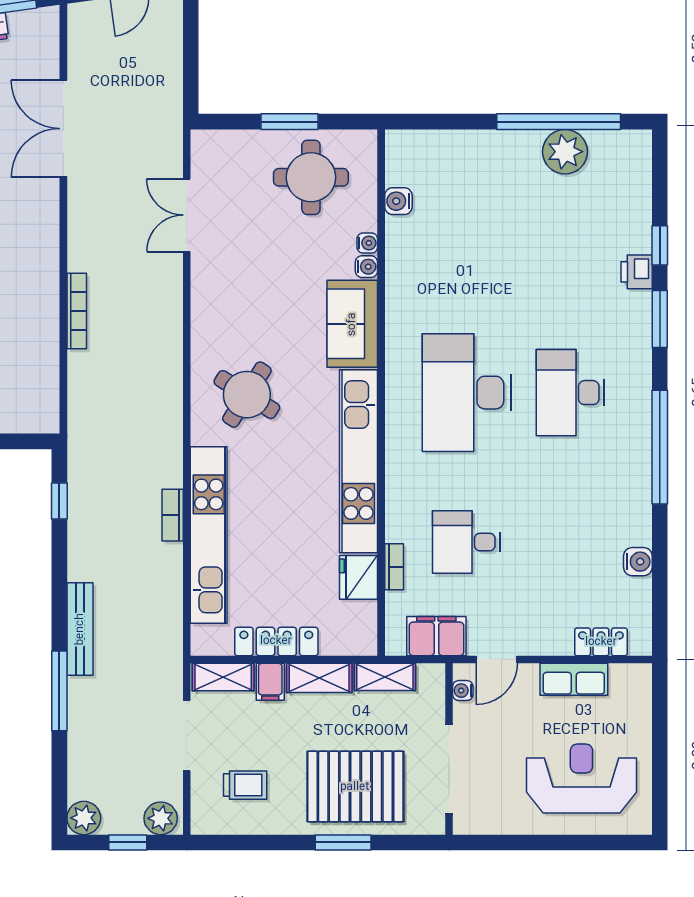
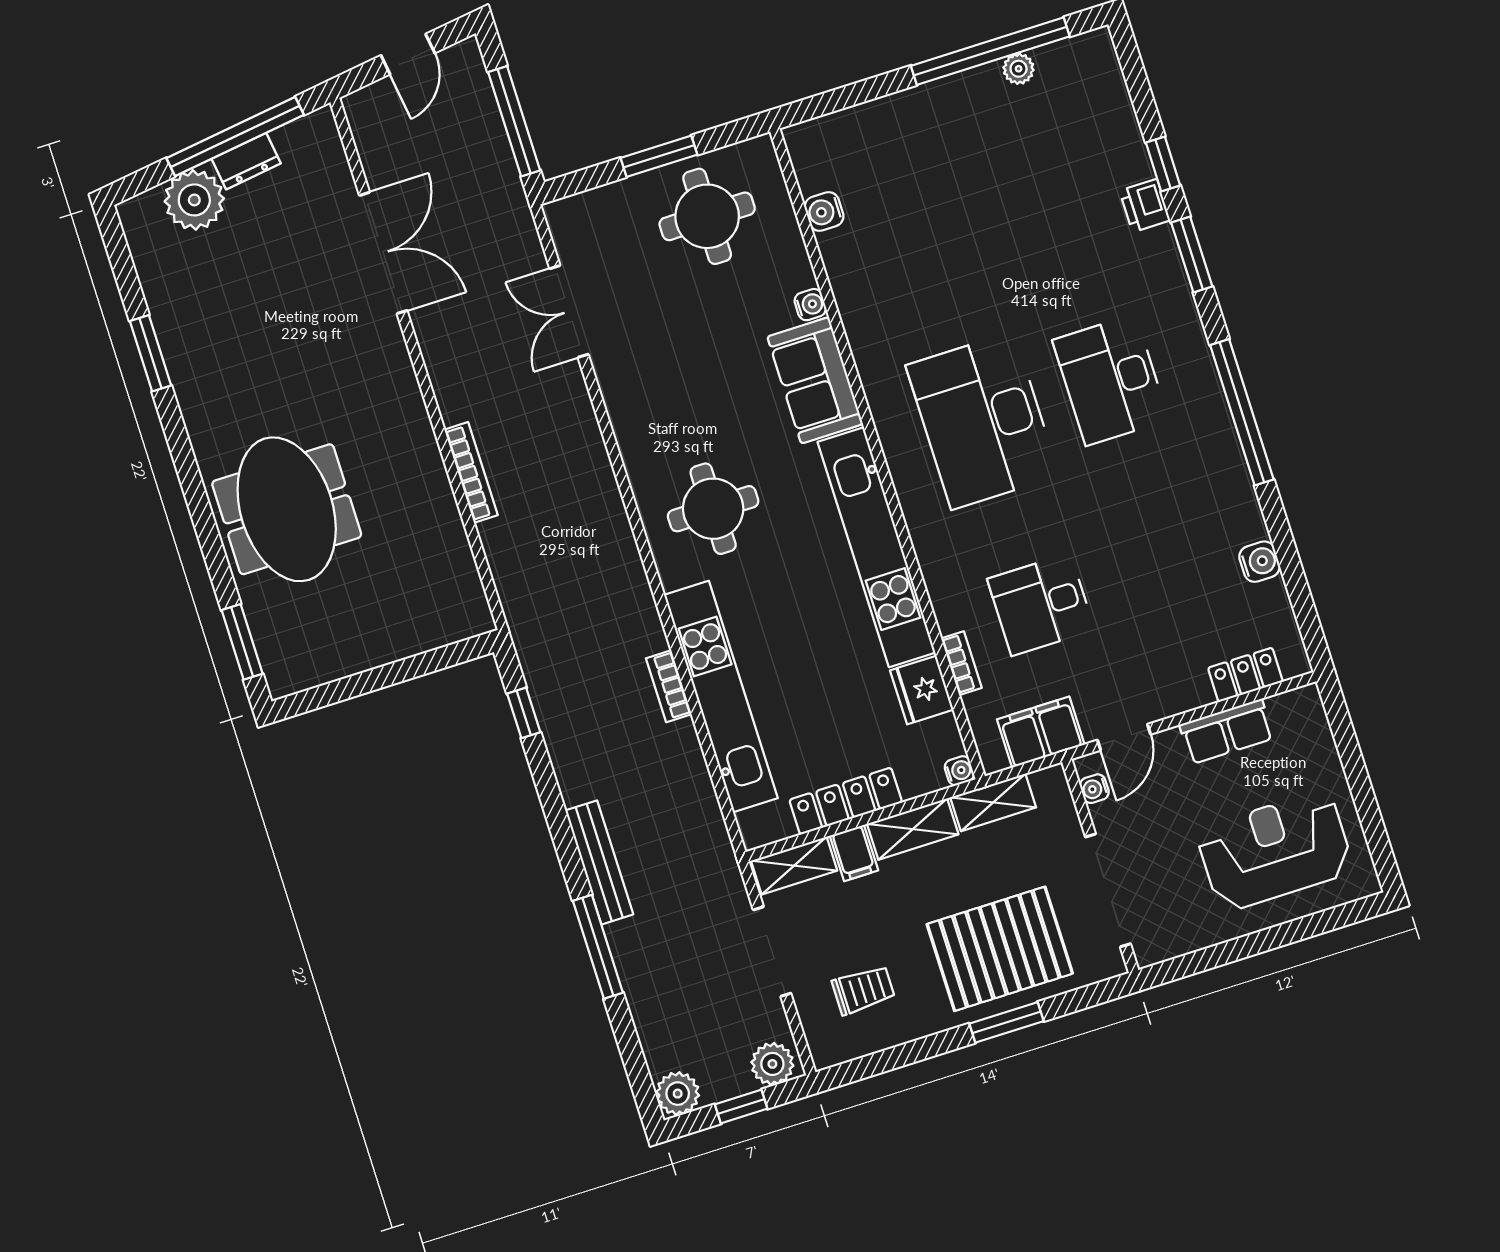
window: (191, 62) -> (514, 121), added
double door: (63, 129) -> (383, 253), swing flipped
plant: (565, 152) -> (1019, 69), width x0.53, depth x0.53
water cooler: (367, 243) -> (959, 771), moved
round table: (247, 395) -> (713, 509), turned -32

